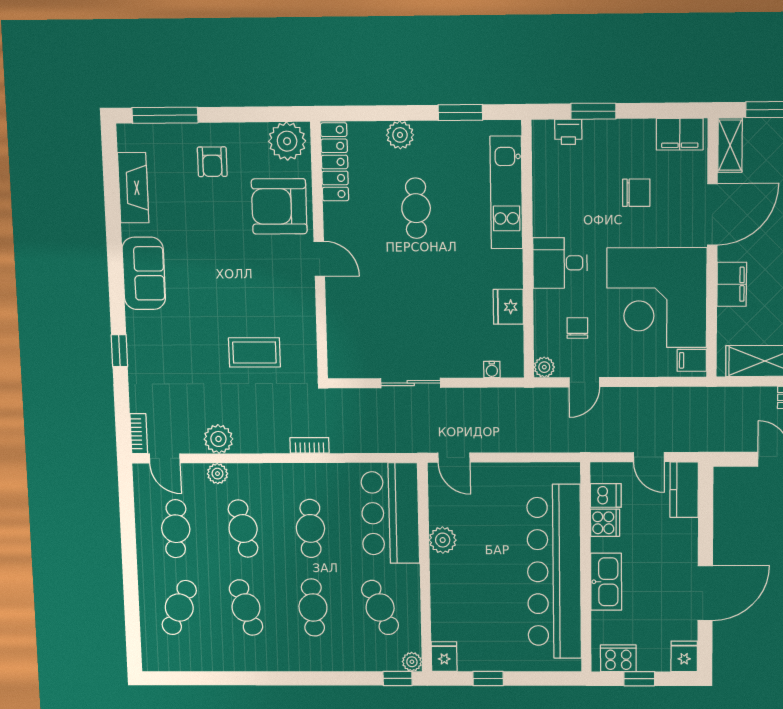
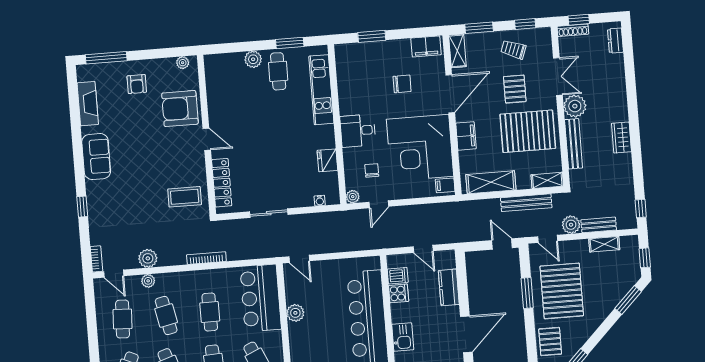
printer: (568, 132) -> (357, 50), removed
plant: (287, 141) -> (183, 63), width x0.53, depth x0.53
locker: (335, 162) -> (222, 183), moved
cafe table: (416, 208) -> (278, 71), moved
coffee table: (254, 352) -> (185, 197), moved
bookcase: (309, 445) -> (206, 258), width x1.56
kitchen counter: (684, 490) -> (449, 287), moved
kitchen sink: (606, 582) -> (403, 337), width x0.73

